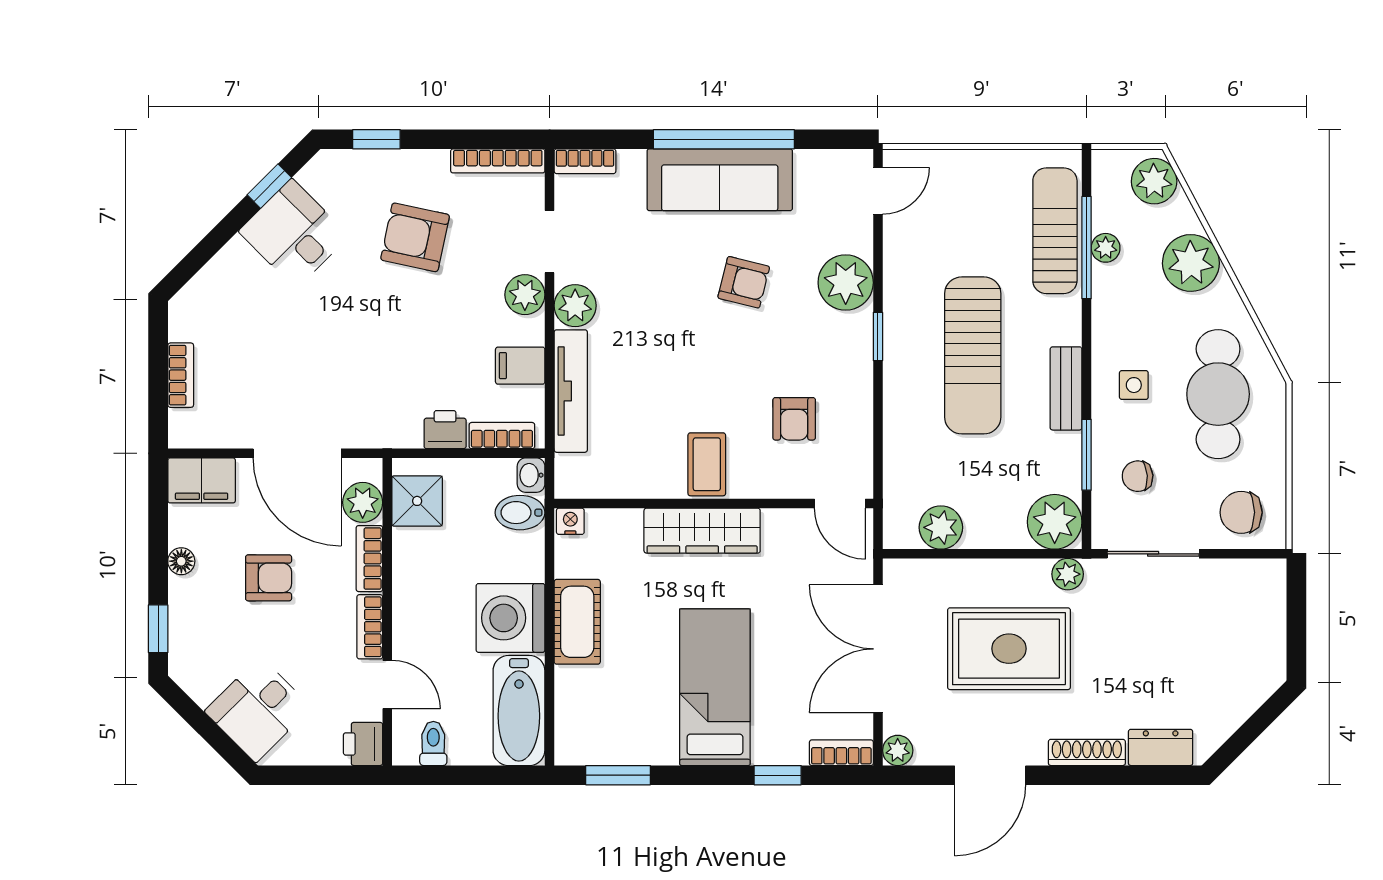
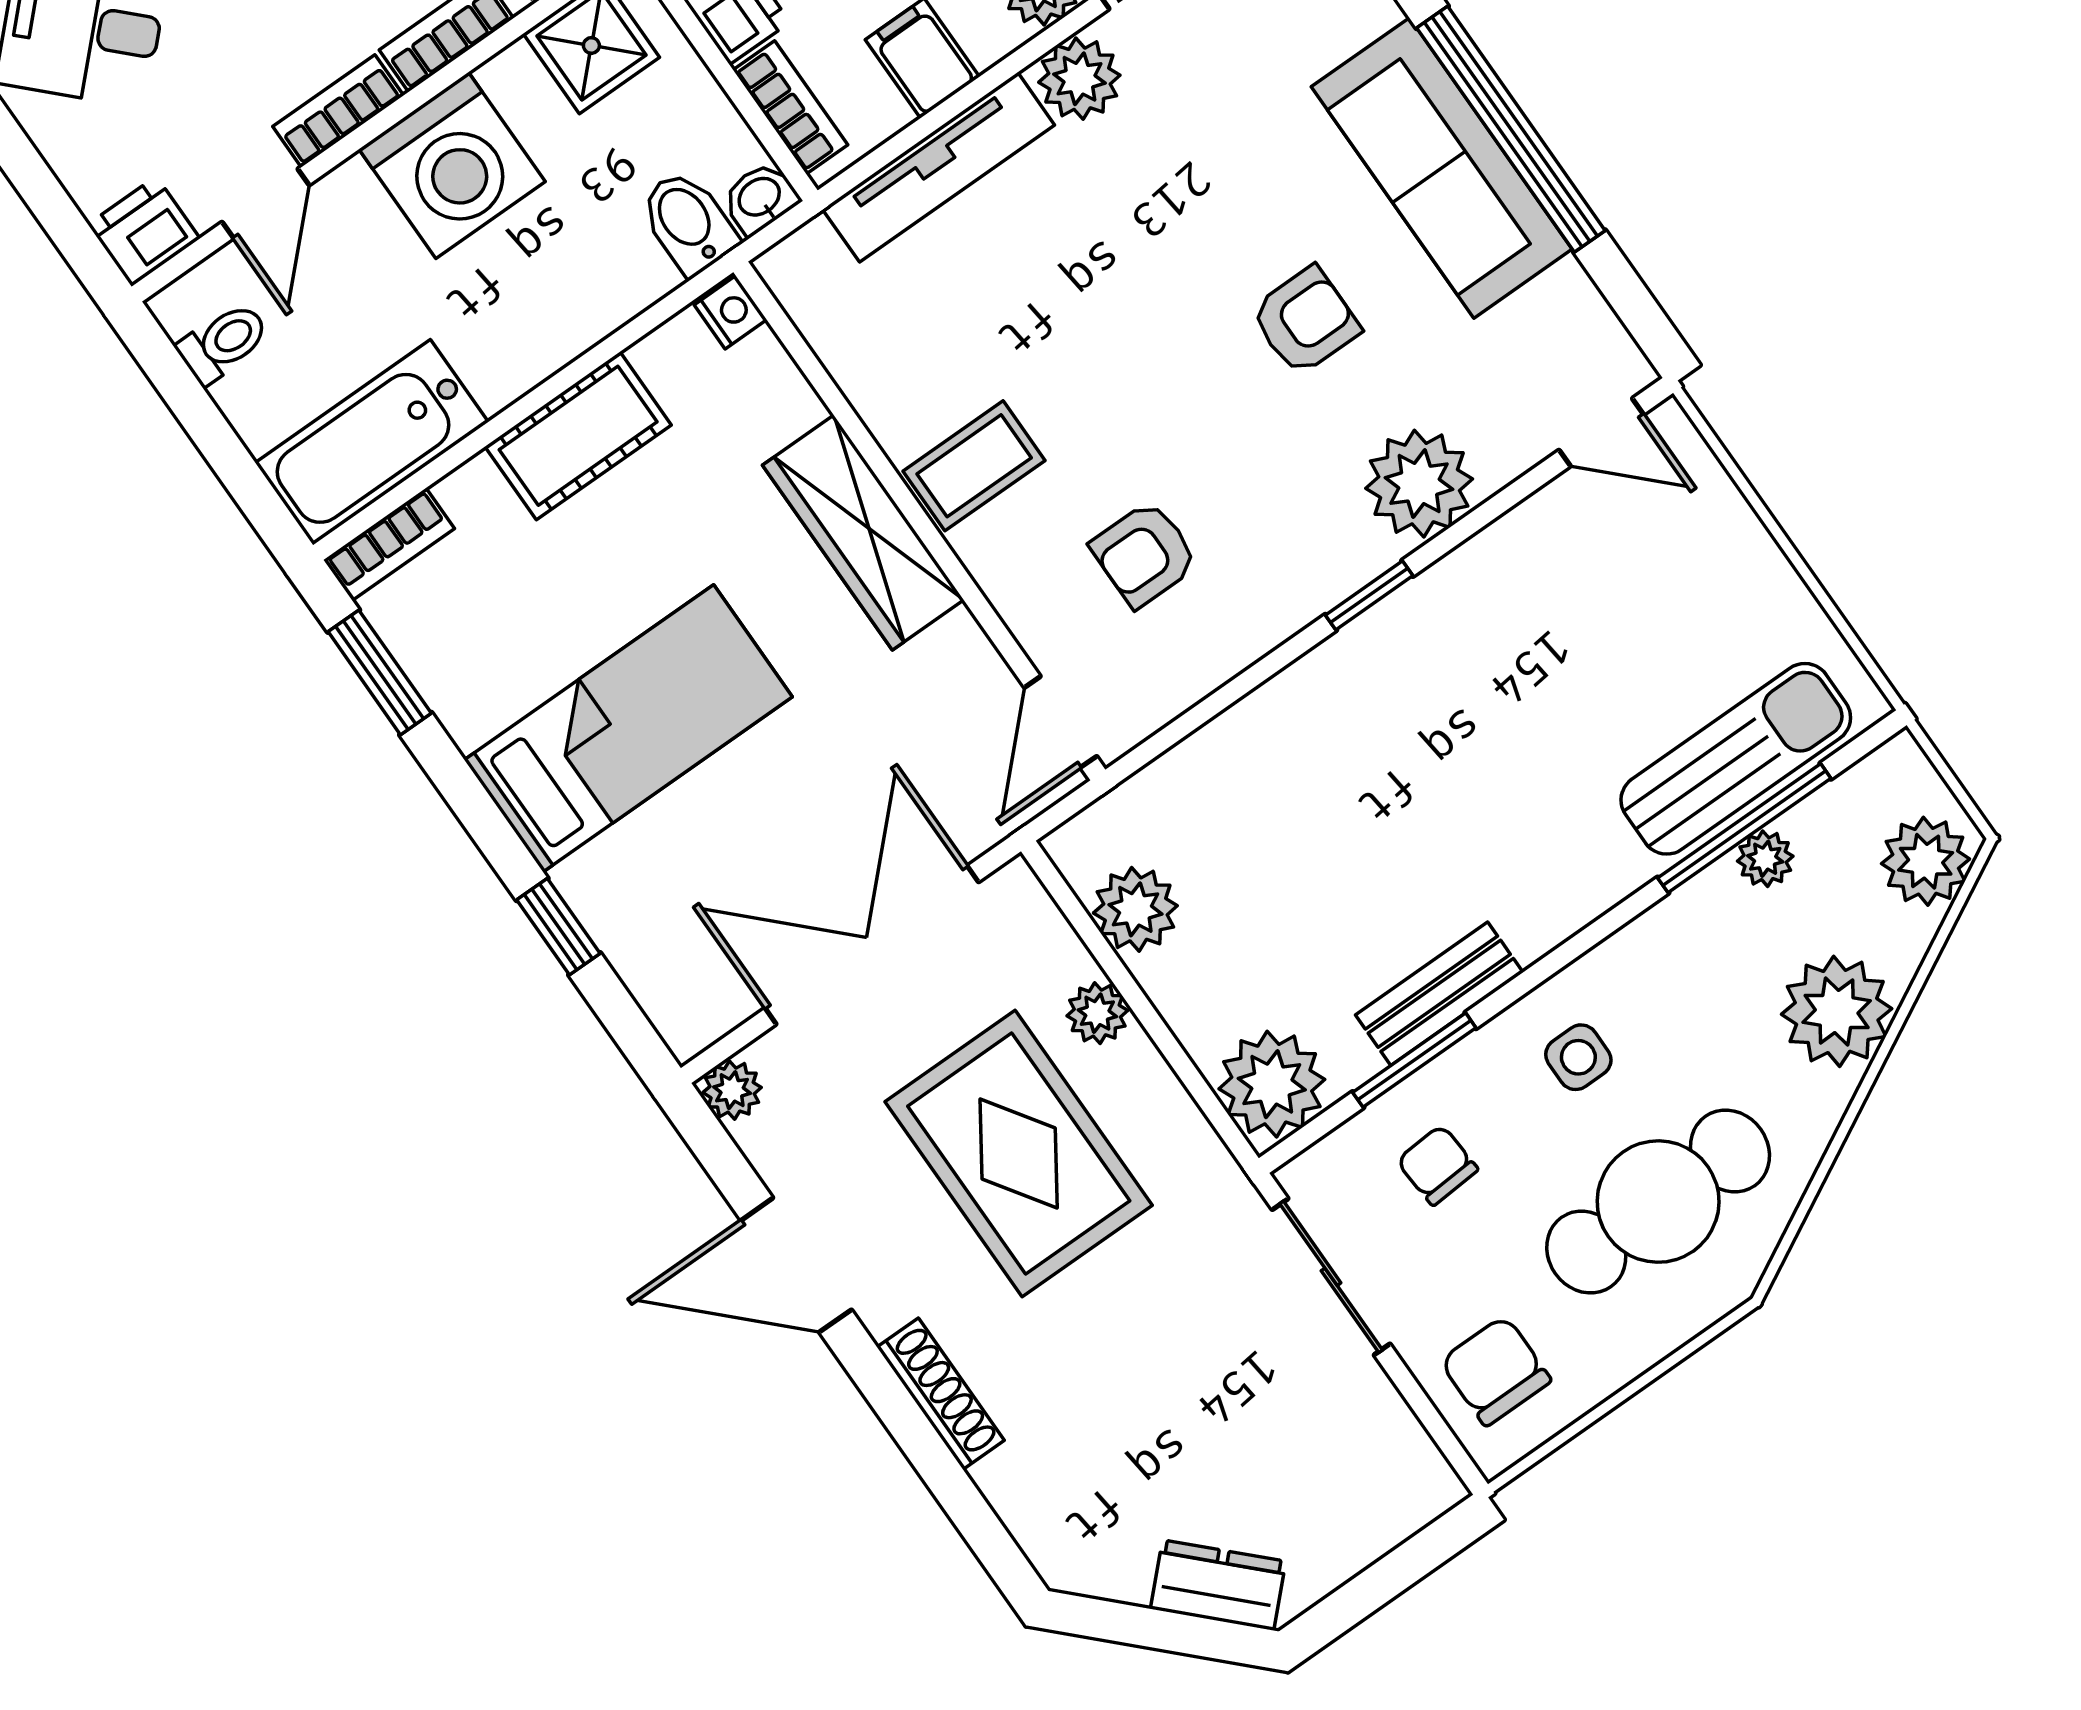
armchair: (744, 282) -> (1305, 321), turned -104
sun lounger: (973, 355) -> (1445, 768), removed
bench: (1066, 388) -> (1439, 994), moved
plant: (1068, 574) -> (1097, 1013), moved
washing machine: (511, 618) -> (452, 165), moved, turned 180
dresser: (1161, 747) -> (1218, 1585), moved, turned -45
bookcase: (841, 753) -> (389, 544), moved, turned 90

